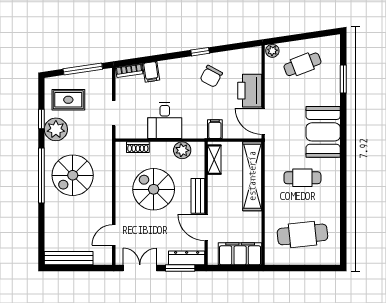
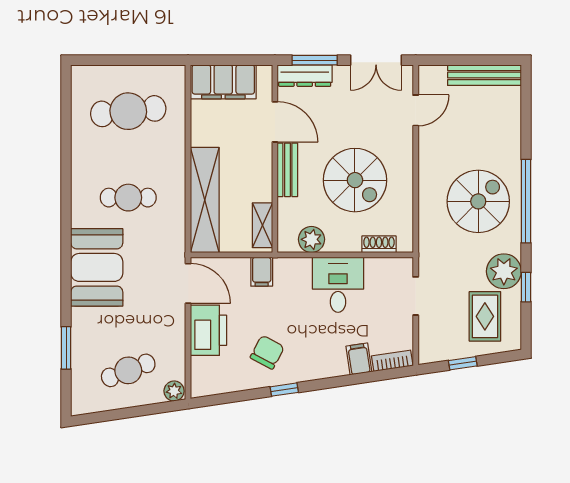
window: (83, 69) -> (463, 363), width x0.46
rug: (68, 100) -> (485, 316), turned 90

